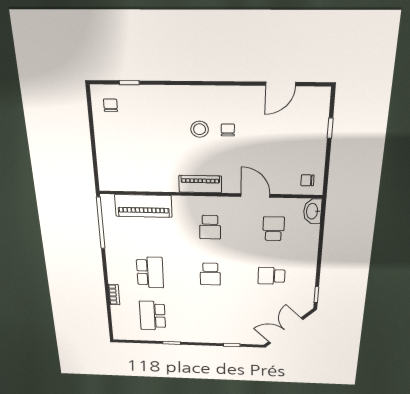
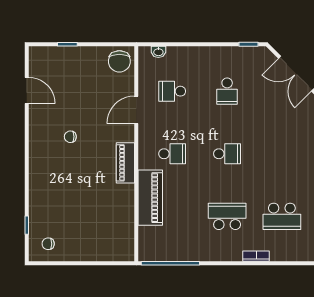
stool: (200, 129) -> (70, 163), removed
chair: (307, 180) -> (119, 61), width x1.87, depth x1.87
piano: (143, 206) -> (150, 198), moved
washbasin: (313, 211) -> (158, 52), width x0.52, depth x0.69

